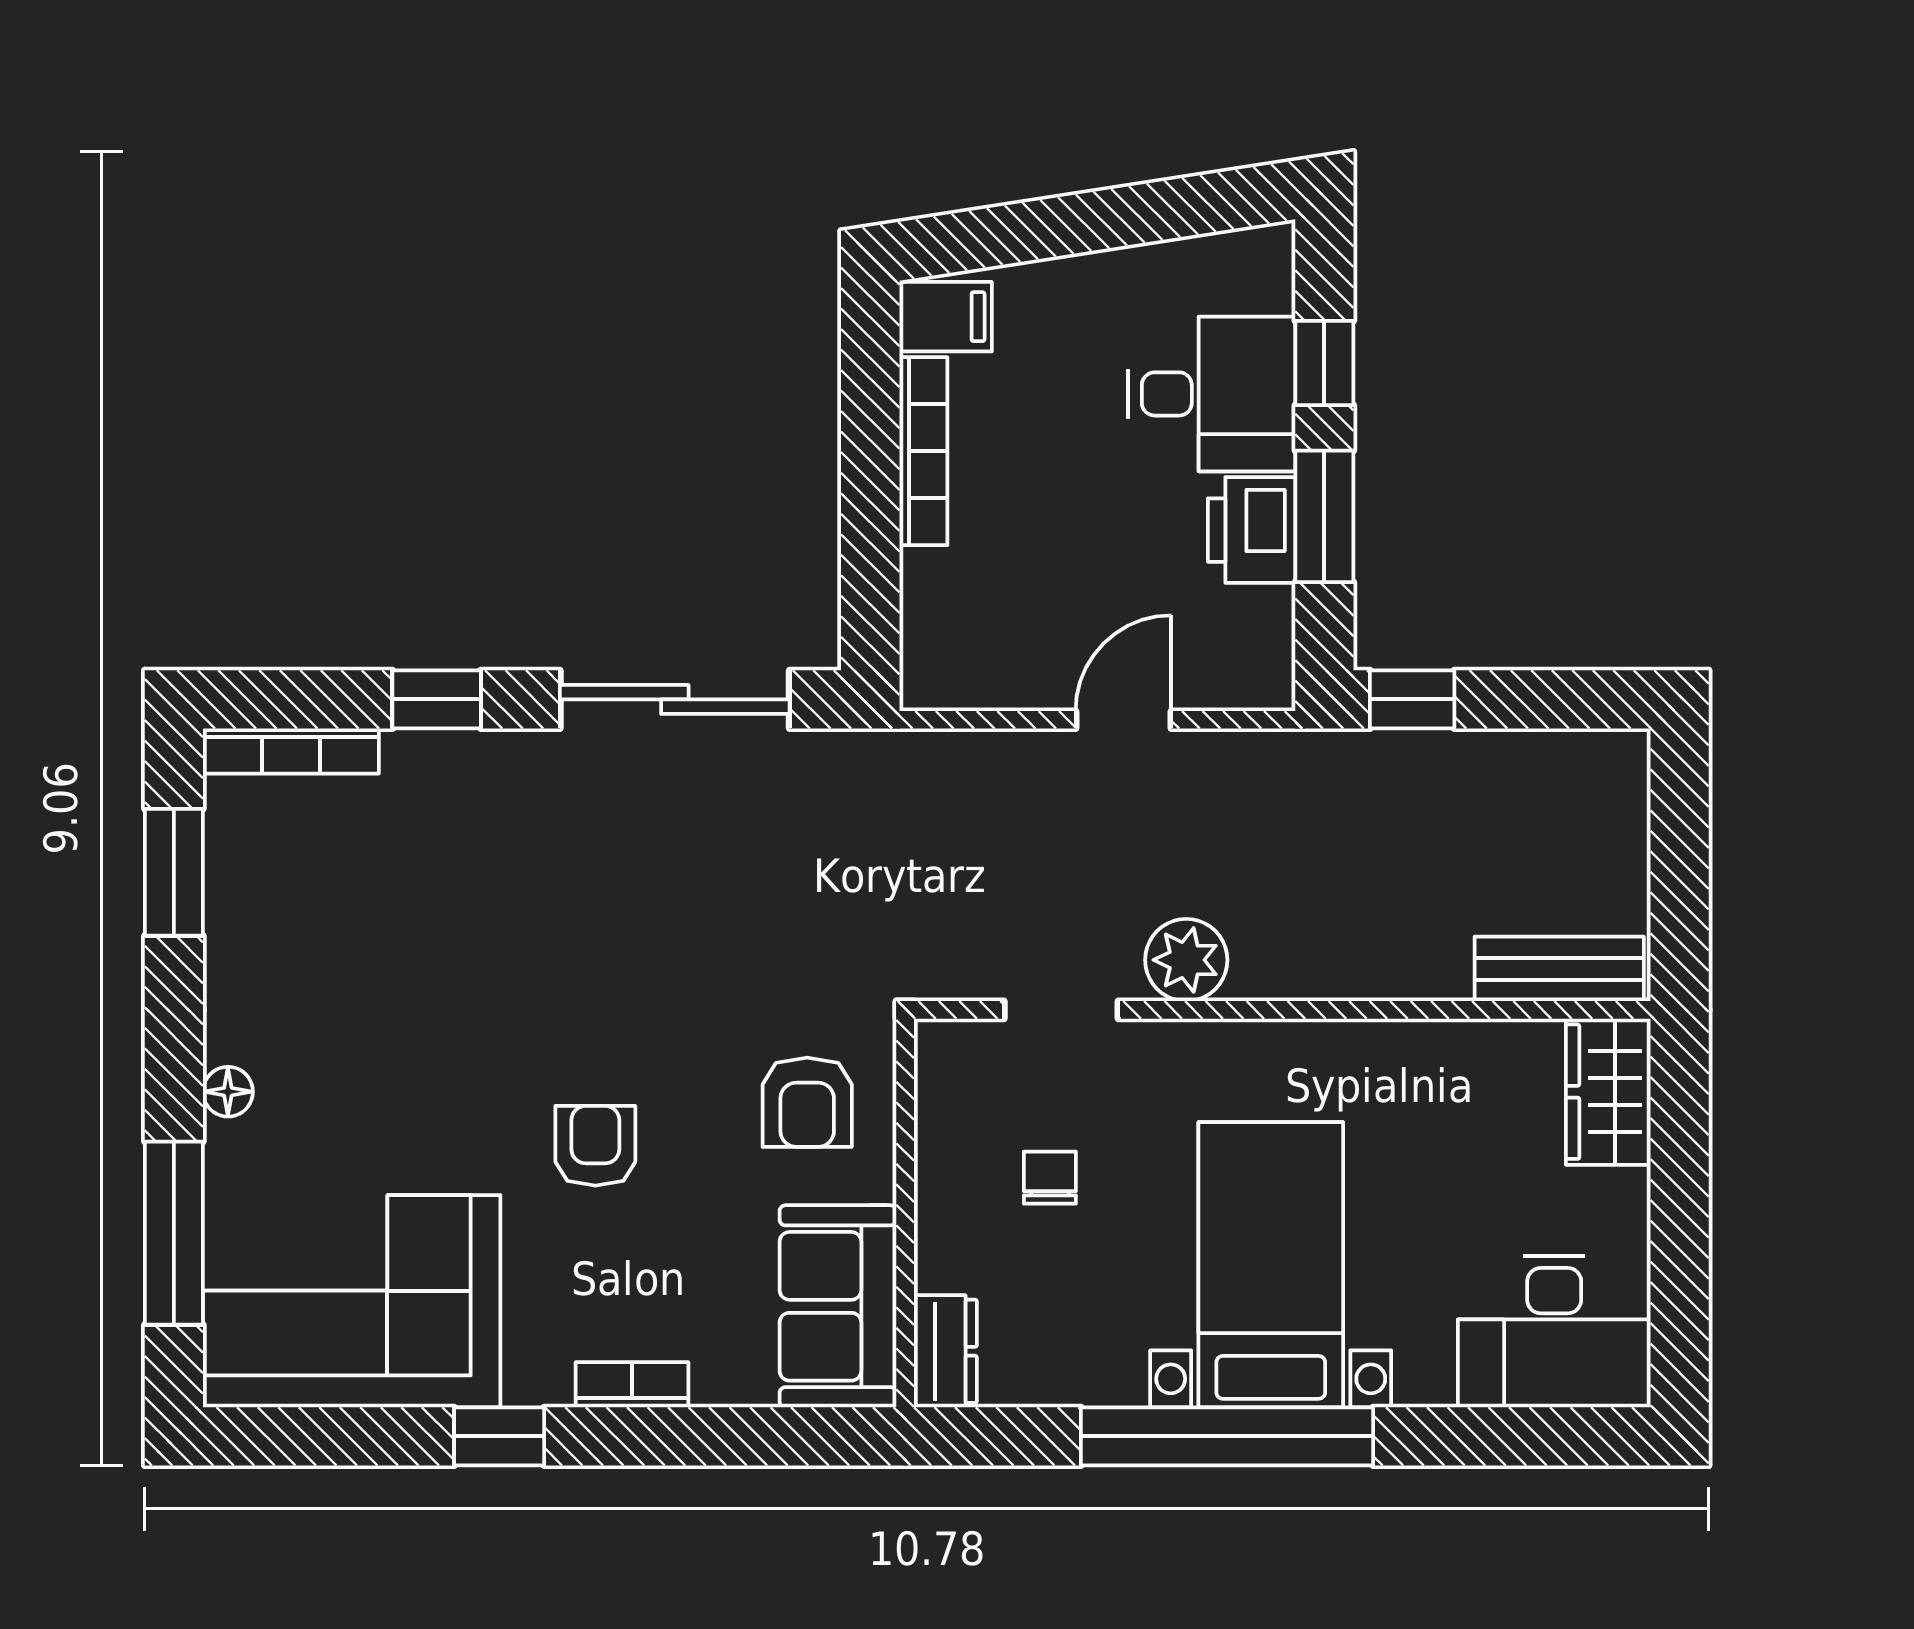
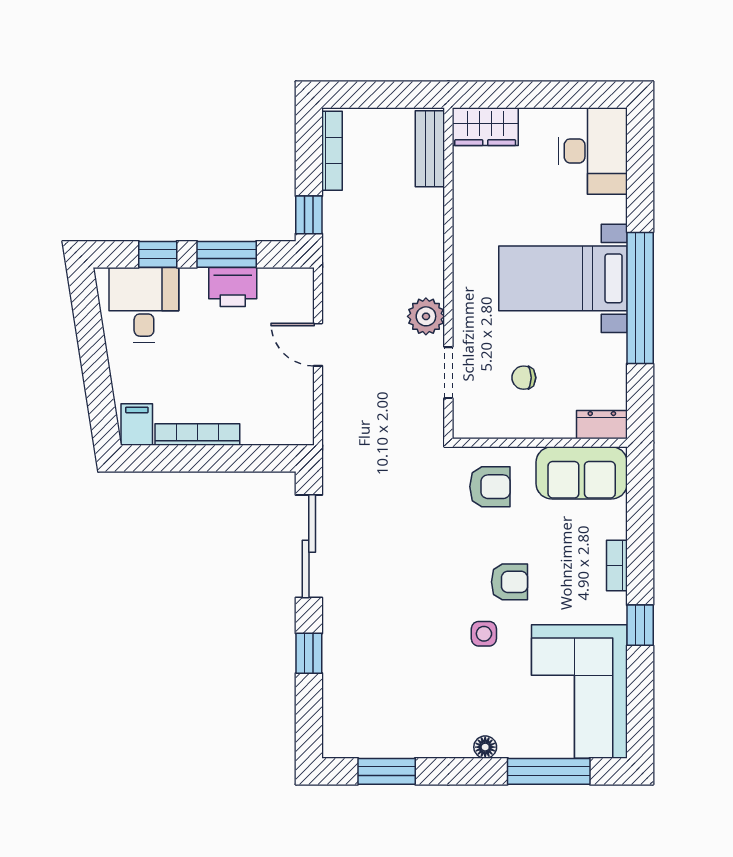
desk: (1212, 394) -> (144, 305), moved
bookcase: (291, 751) -> (332, 151), moved
side table: (480, 1089) -> (484, 634), added
armchair: (595, 1146) -> (509, 582), turned 180

